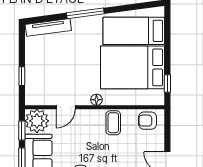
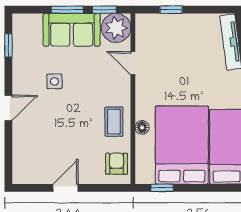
floor lamp: (96, 100) -> (142, 127), moved
coffee table: (113, 123) -> (114, 122), turned 90

